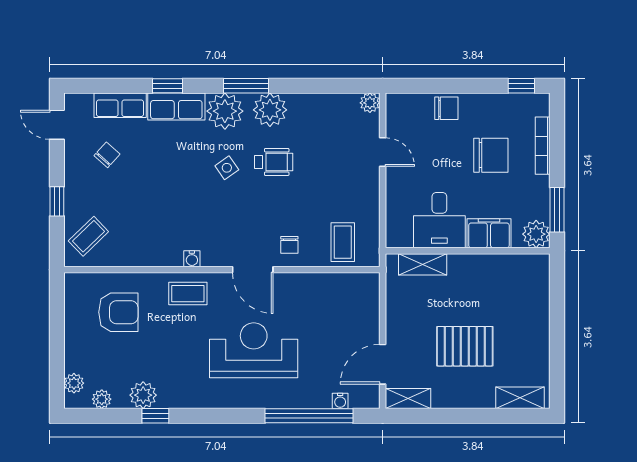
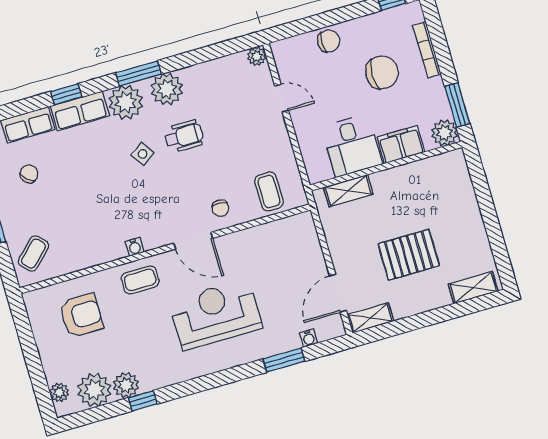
plant: (102, 399) -> (94, 390), width x1.87, depth x1.87
window: (309, 416) -> (284, 360), width x0.47

